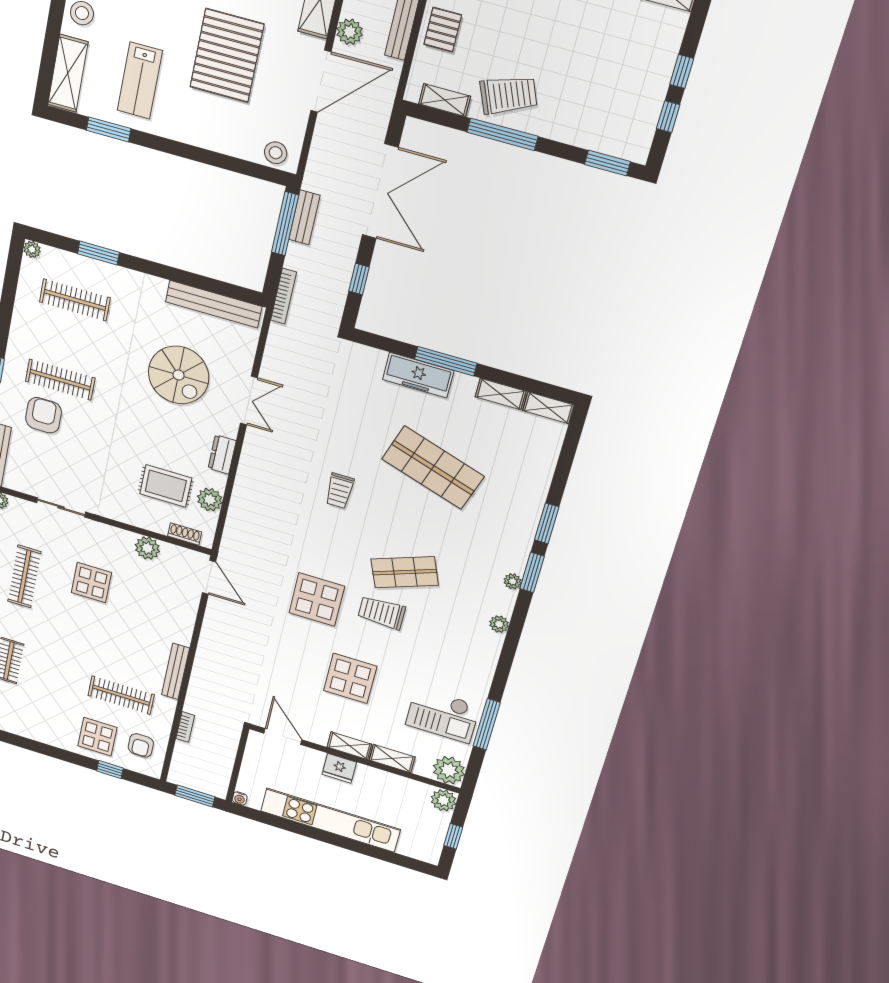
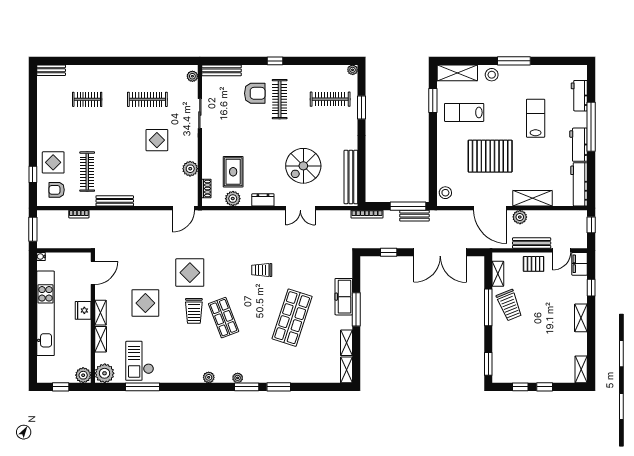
clothes rail: (75, 300) -> (330, 99), turned 90
trolley: (382, 613) -> (194, 311), turned 180

